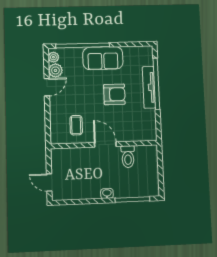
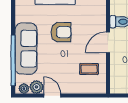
sofa: (103, 58) -> (26, 49), width x1.36
armchair: (114, 94) -> (61, 32), turned 90

